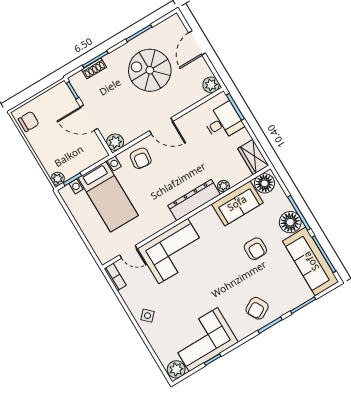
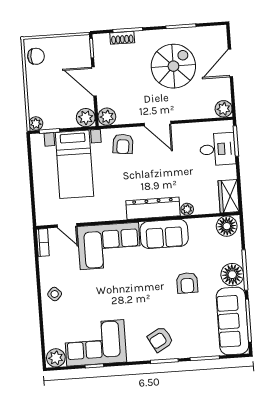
spiral stairs: (150, 70) -> (173, 66), turned 90
plant: (98, 152) -> (86, 118), added
sofa: (237, 203) -> (164, 234), moved

